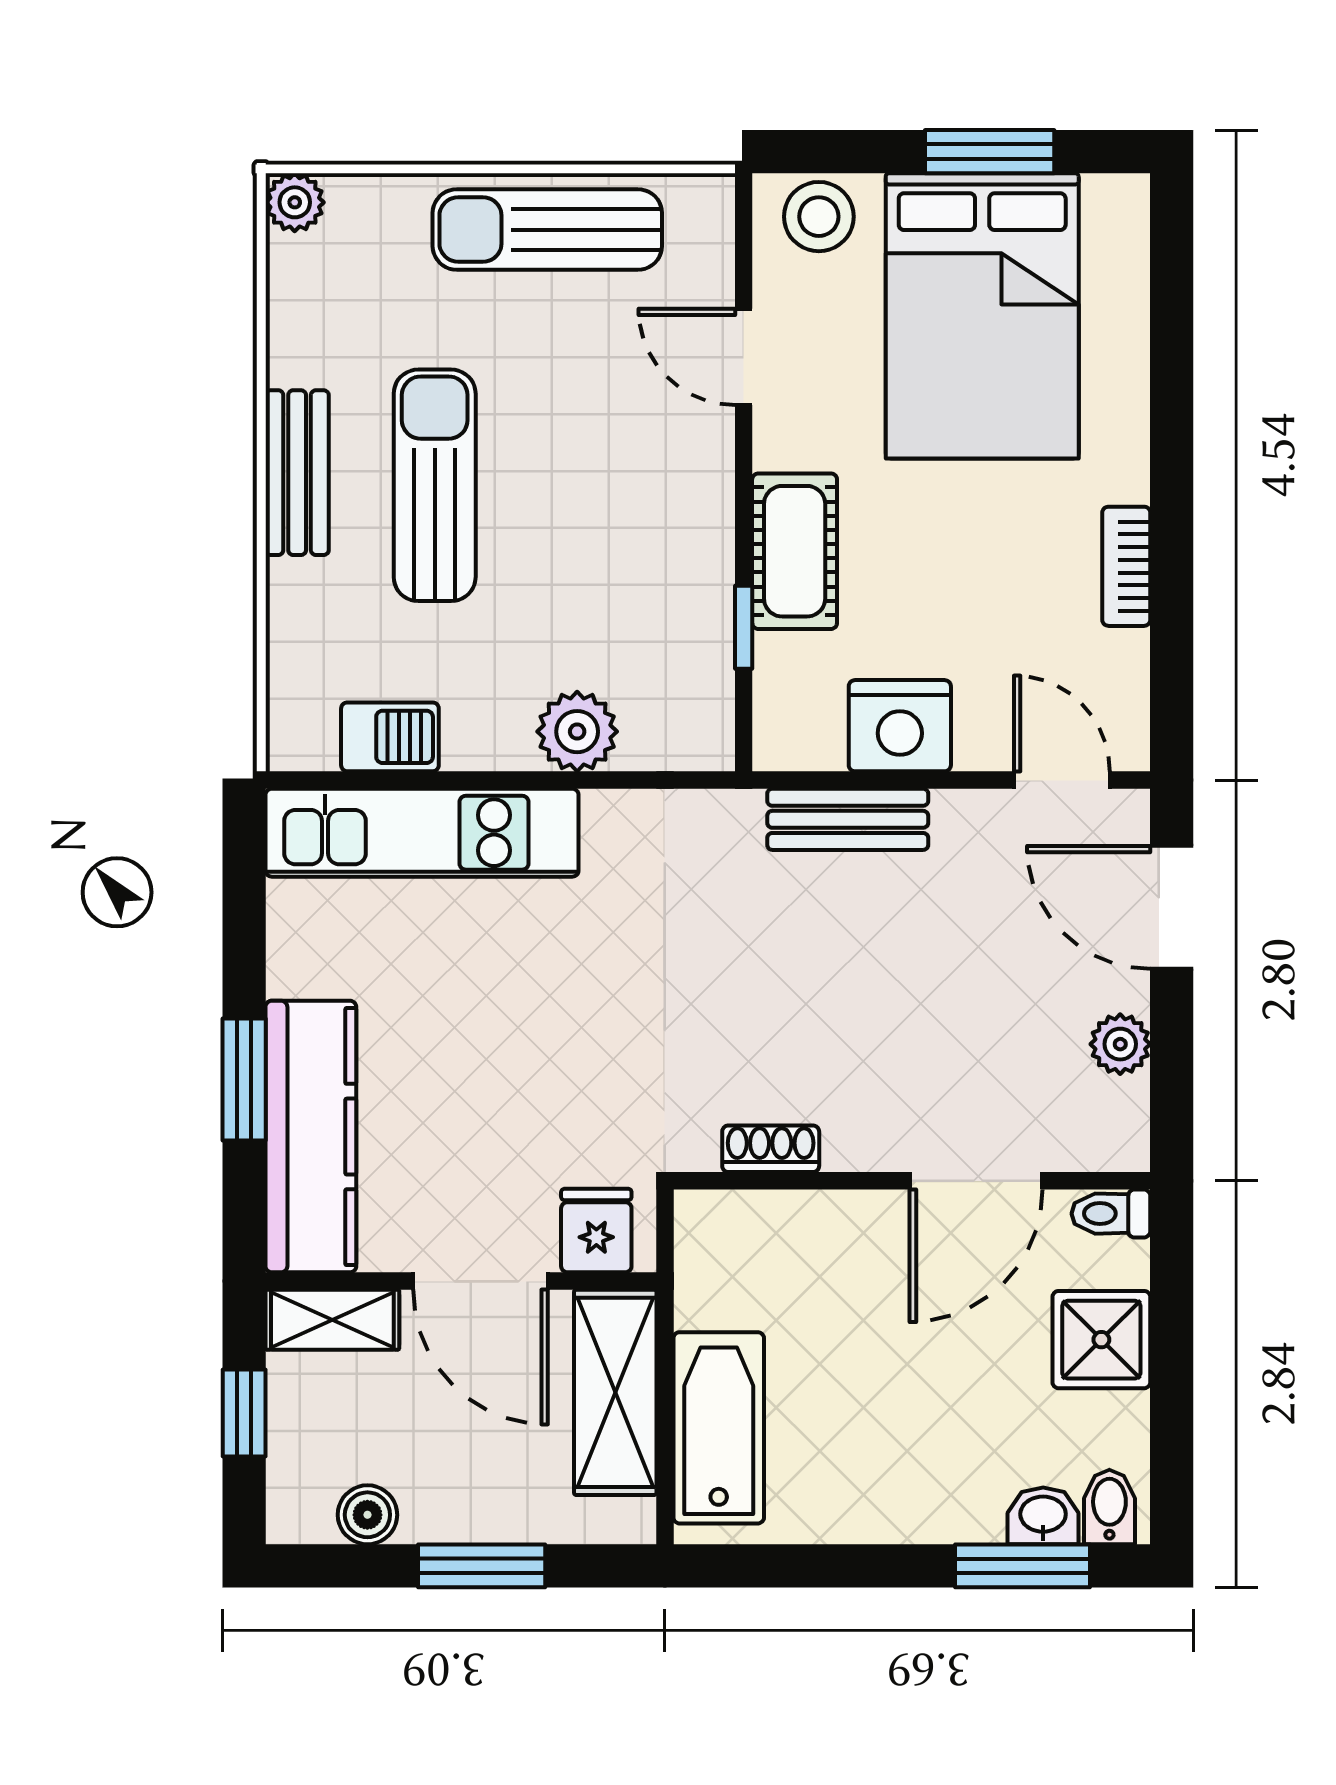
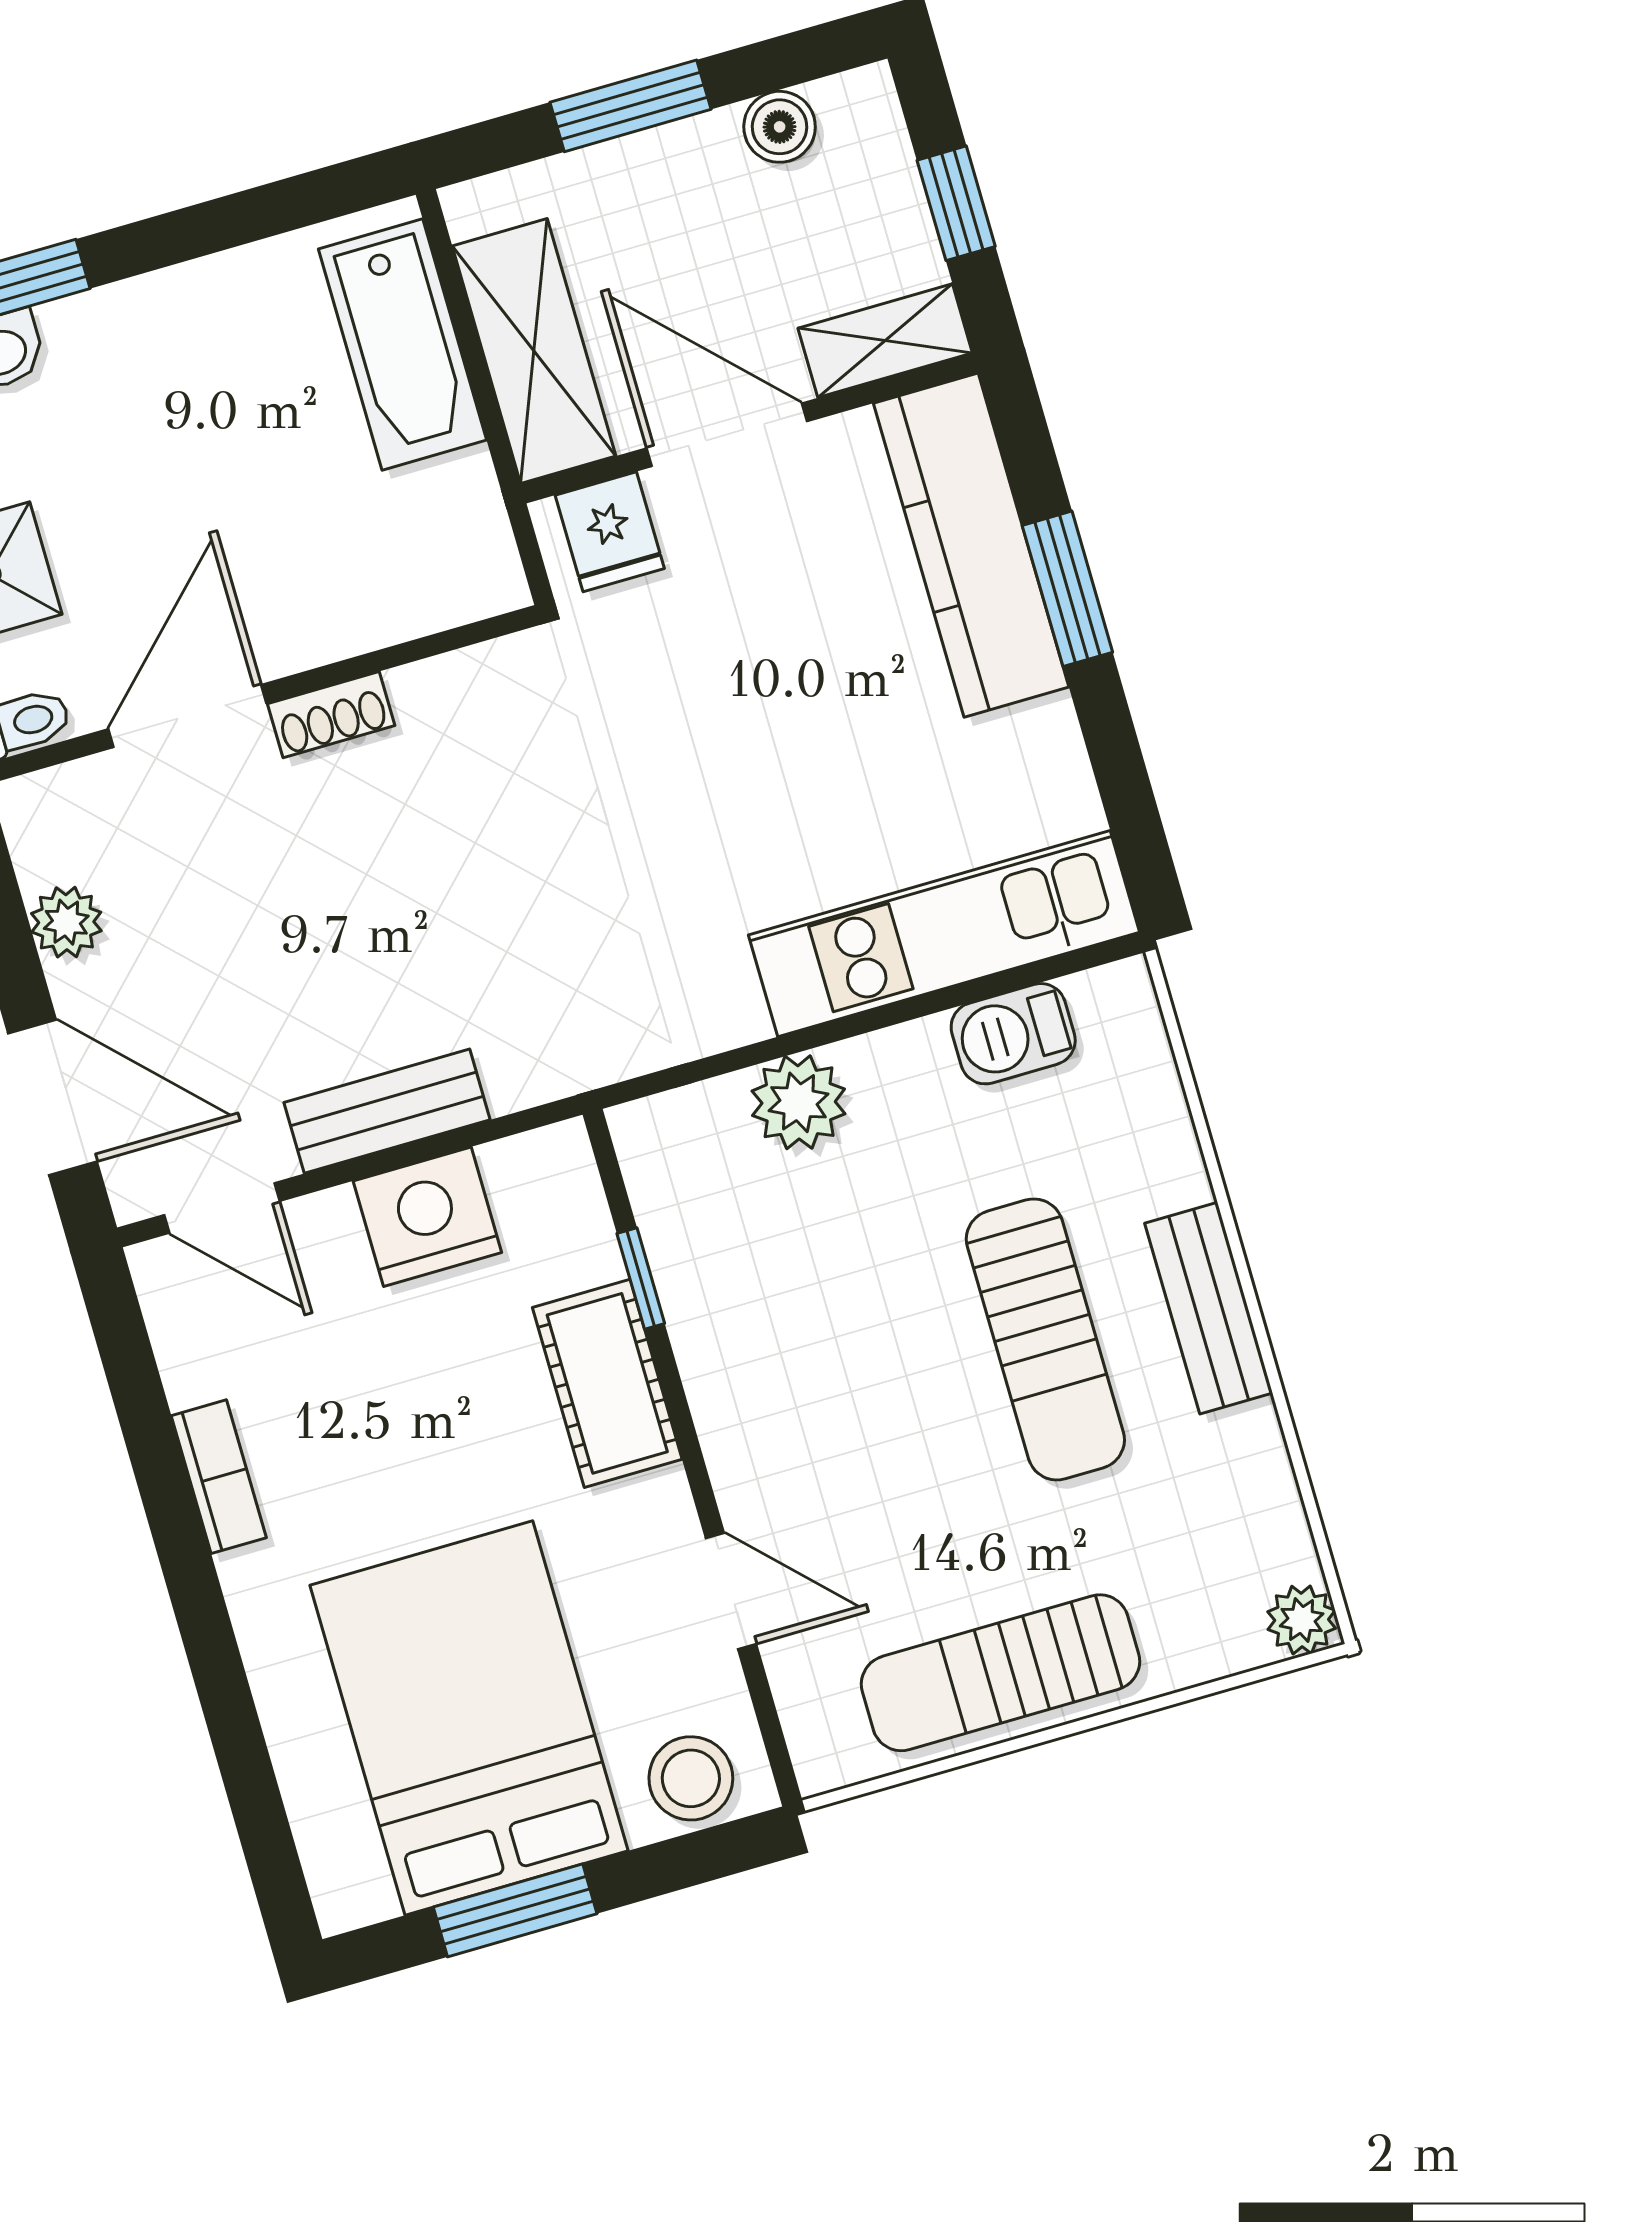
sun lounger: (547, 230) -> (1001, 1673), turned 180
bench: (848, 819) -> (387, 1111), moved
shoe rack: (771, 1149) -> (331, 715), moved

